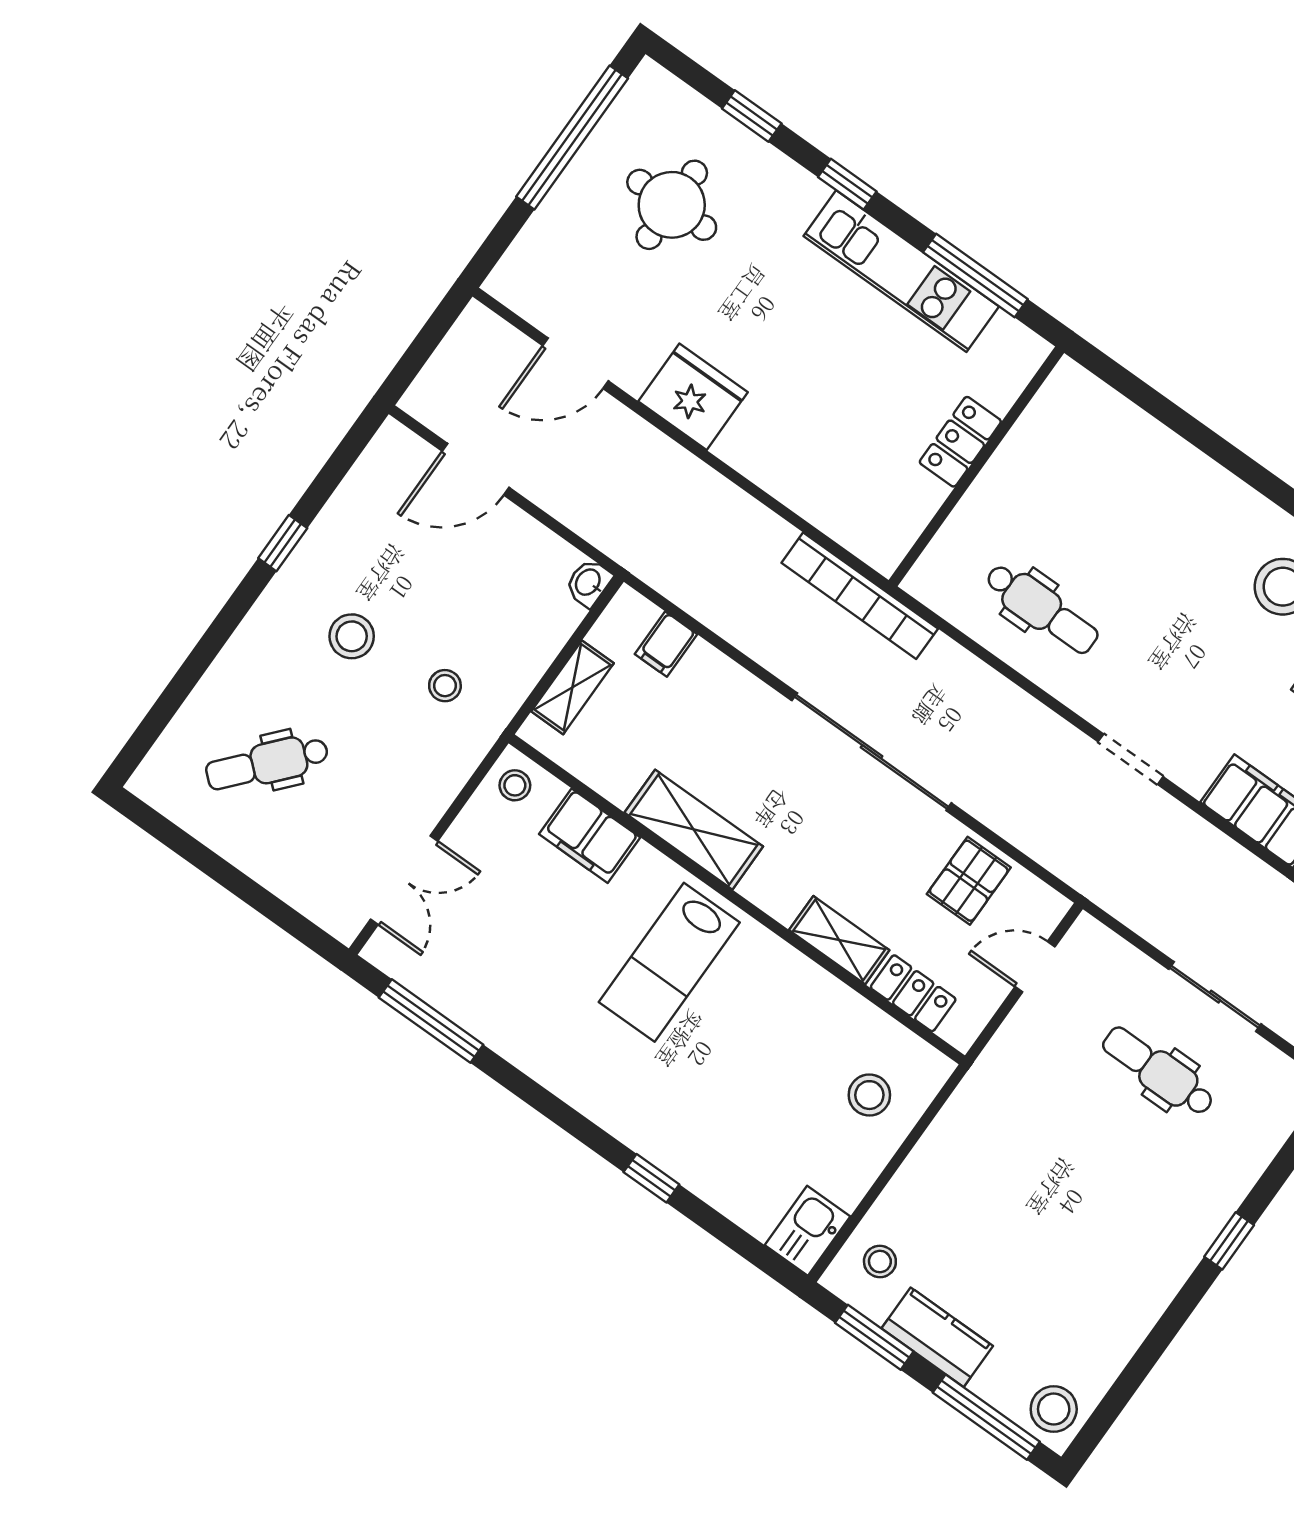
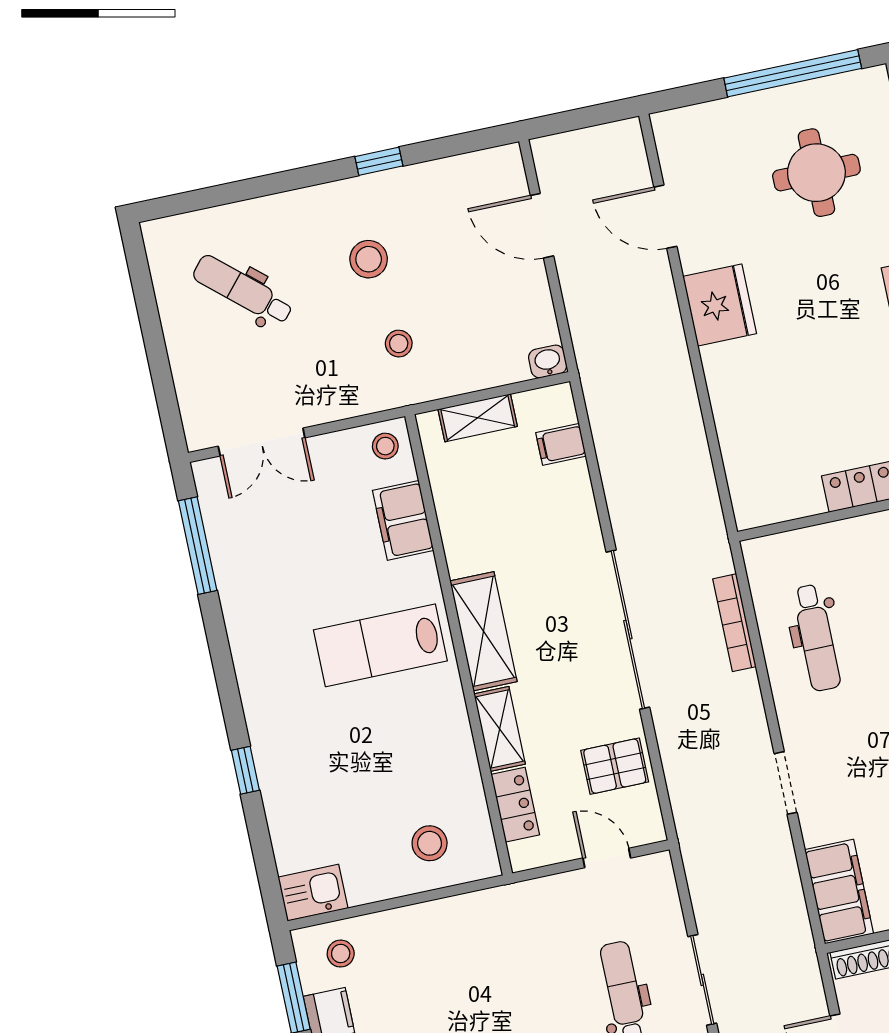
bookcase: (860, 596) -> (734, 623), moved, width x0.68, depth x0.76
shelving: (694, 830) -> (484, 631), moved

